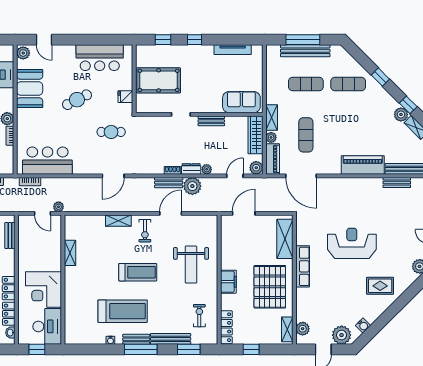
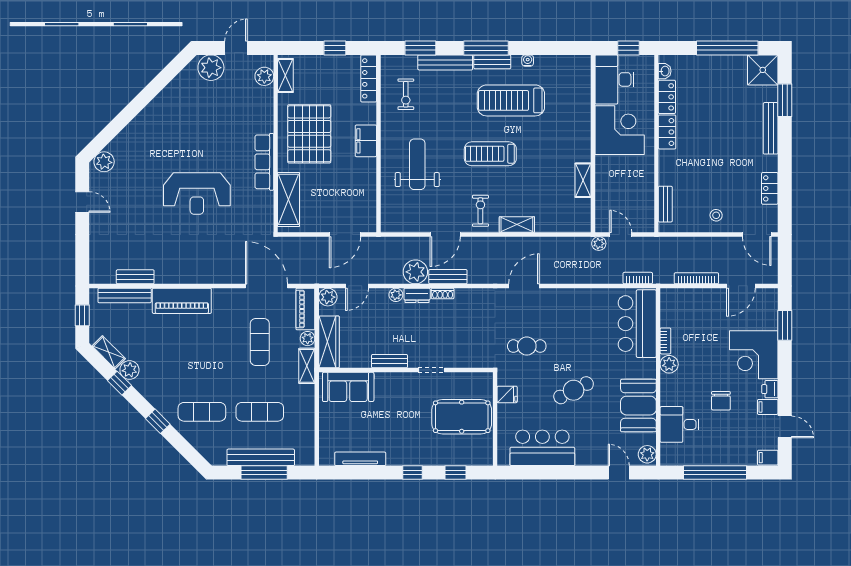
bar counter: (47, 161) -> (637, 324), moved, turned 90
rug: (380, 286) -> (158, 135), removed
water cooler: (363, 325) -> (181, 81), removed

